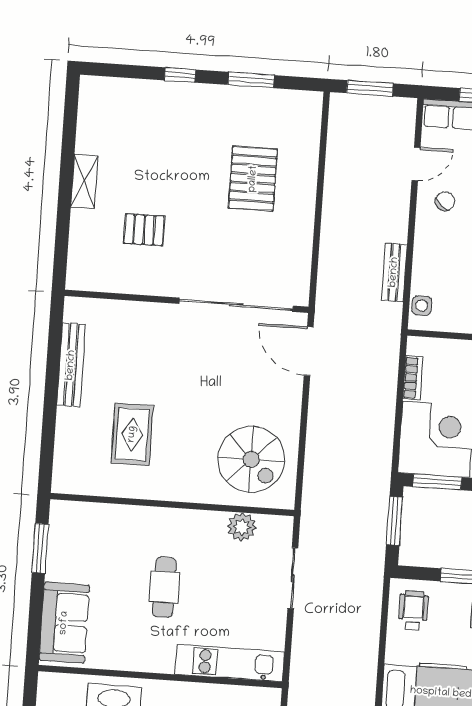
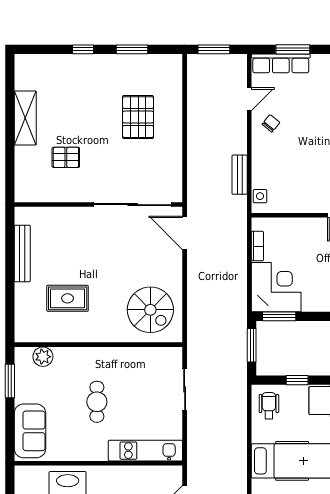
shelving: (84, 181) -> (25, 118), width x1.50, depth x1.33
rug: (132, 434) -> (68, 298), turned 90
plant: (242, 527) -> (43, 357), moved

